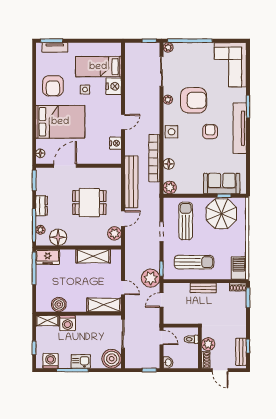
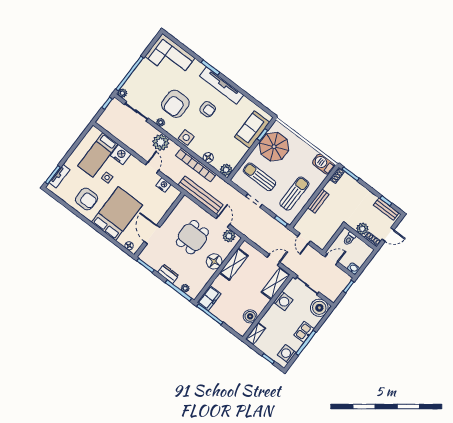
armchair: (194, 100) -> (175, 104), turned 180
armchair: (210, 132) -> (208, 109), turned 180
floor lamp: (58, 237) -> (214, 261), moved
plant: (151, 278) -> (161, 142), moved
washing machine: (68, 323) -> (283, 301), moved

